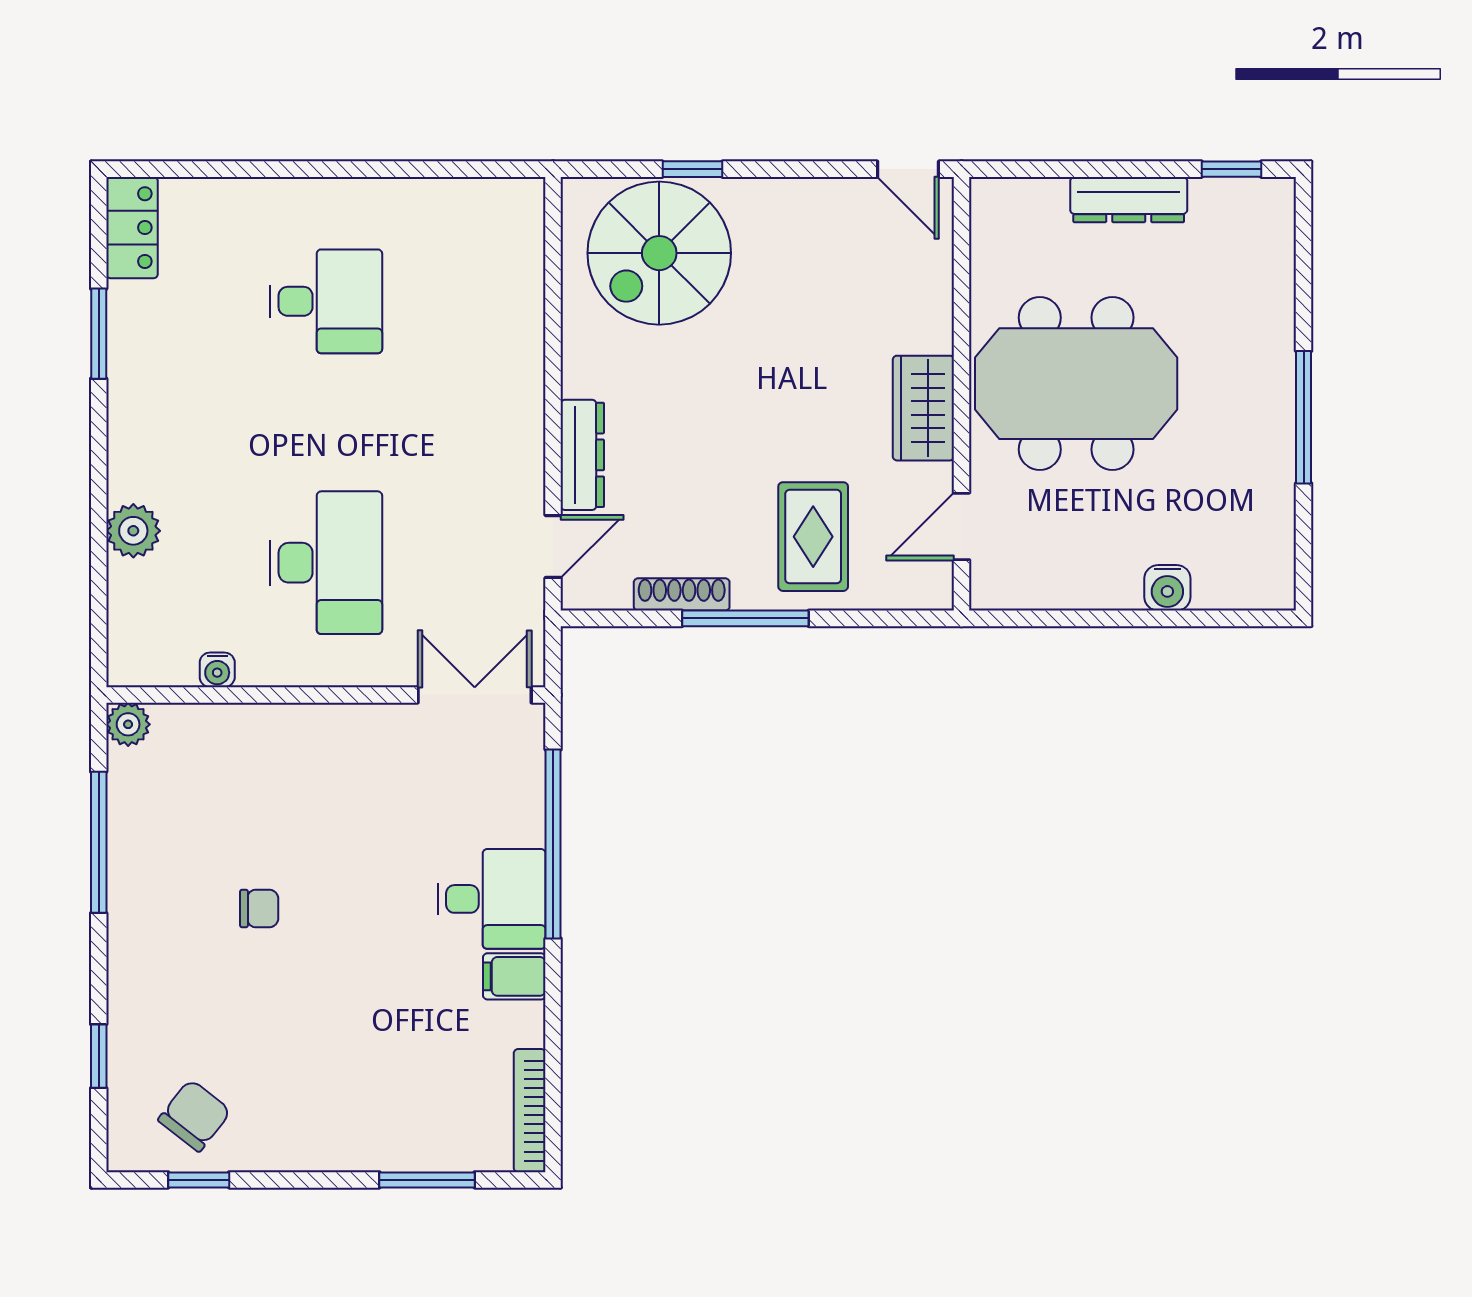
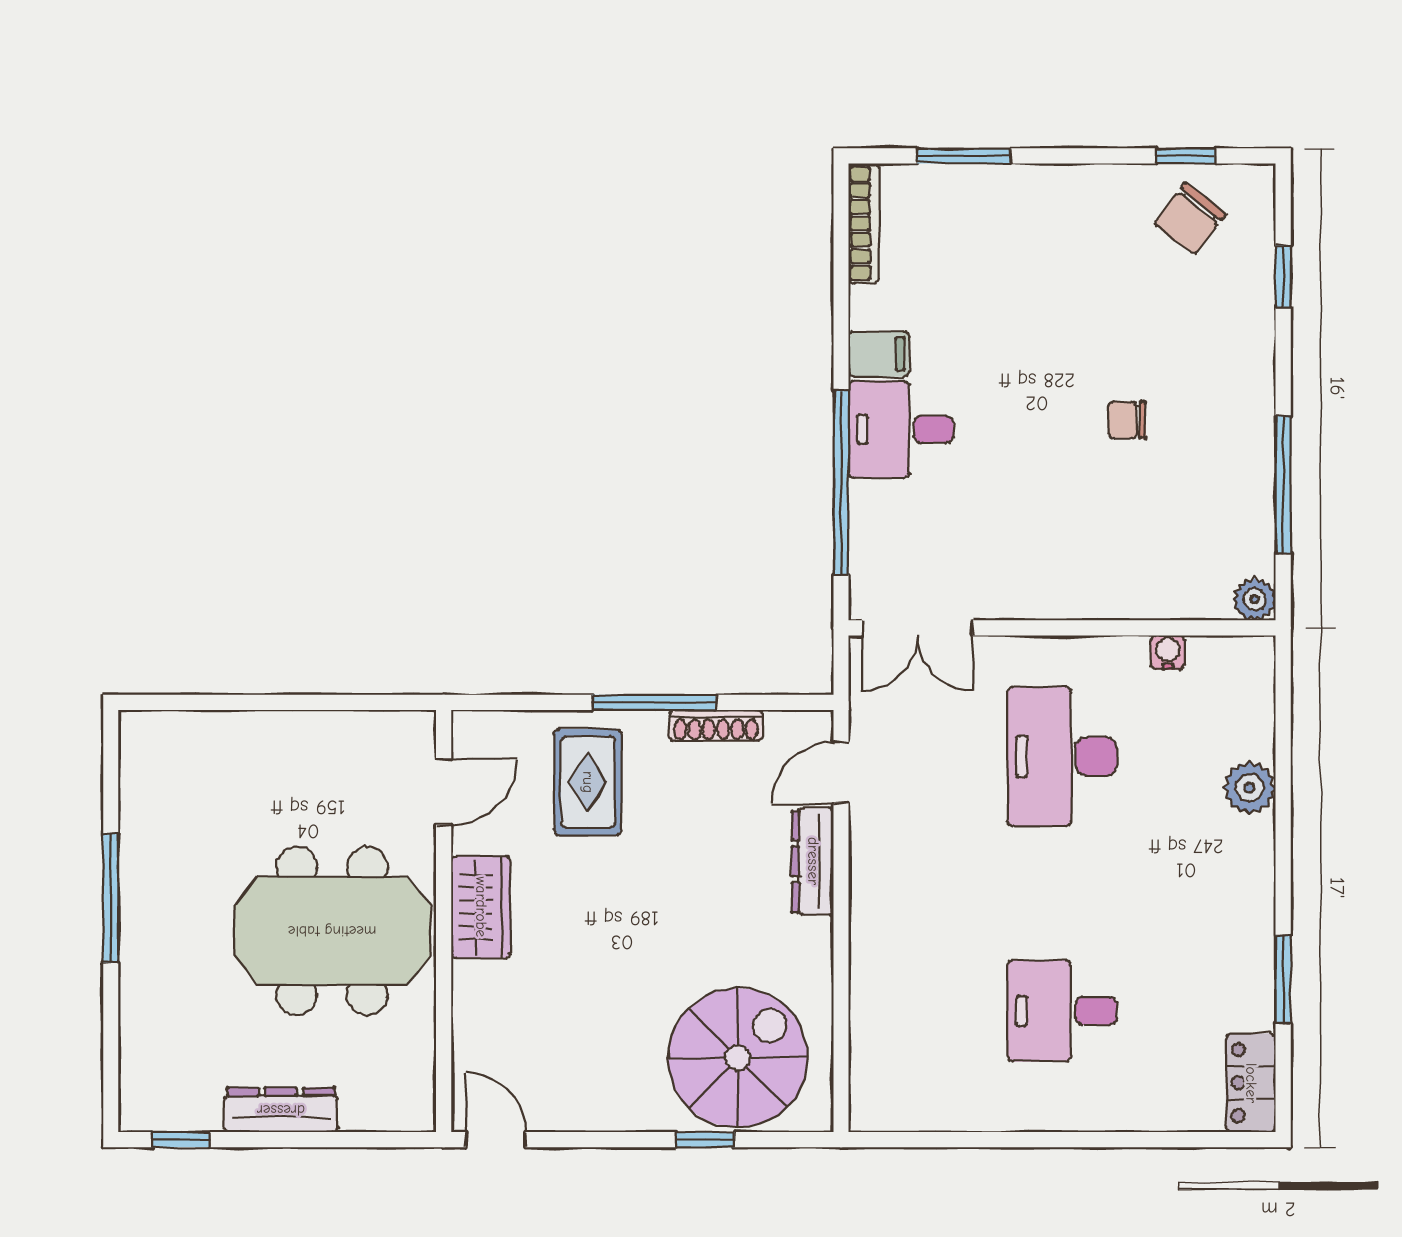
water cooler: (1167, 588) -> (243, 732), removed

